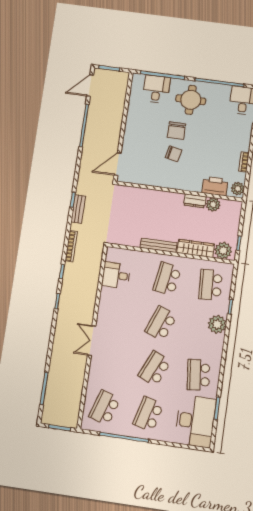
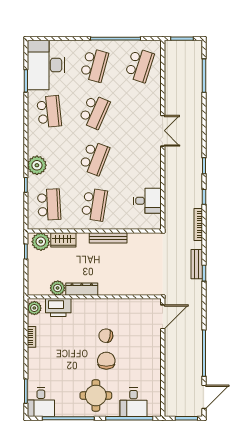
dresser: (195, 201) -> (82, 289), width x1.44
wardrobe: (196, 248) -> (63, 240), width x0.67

